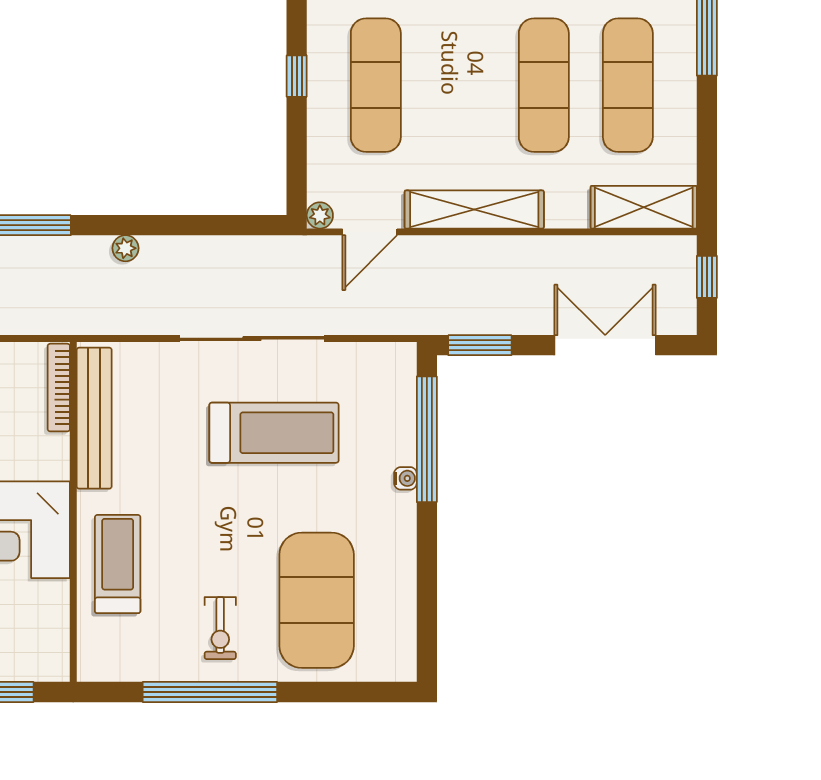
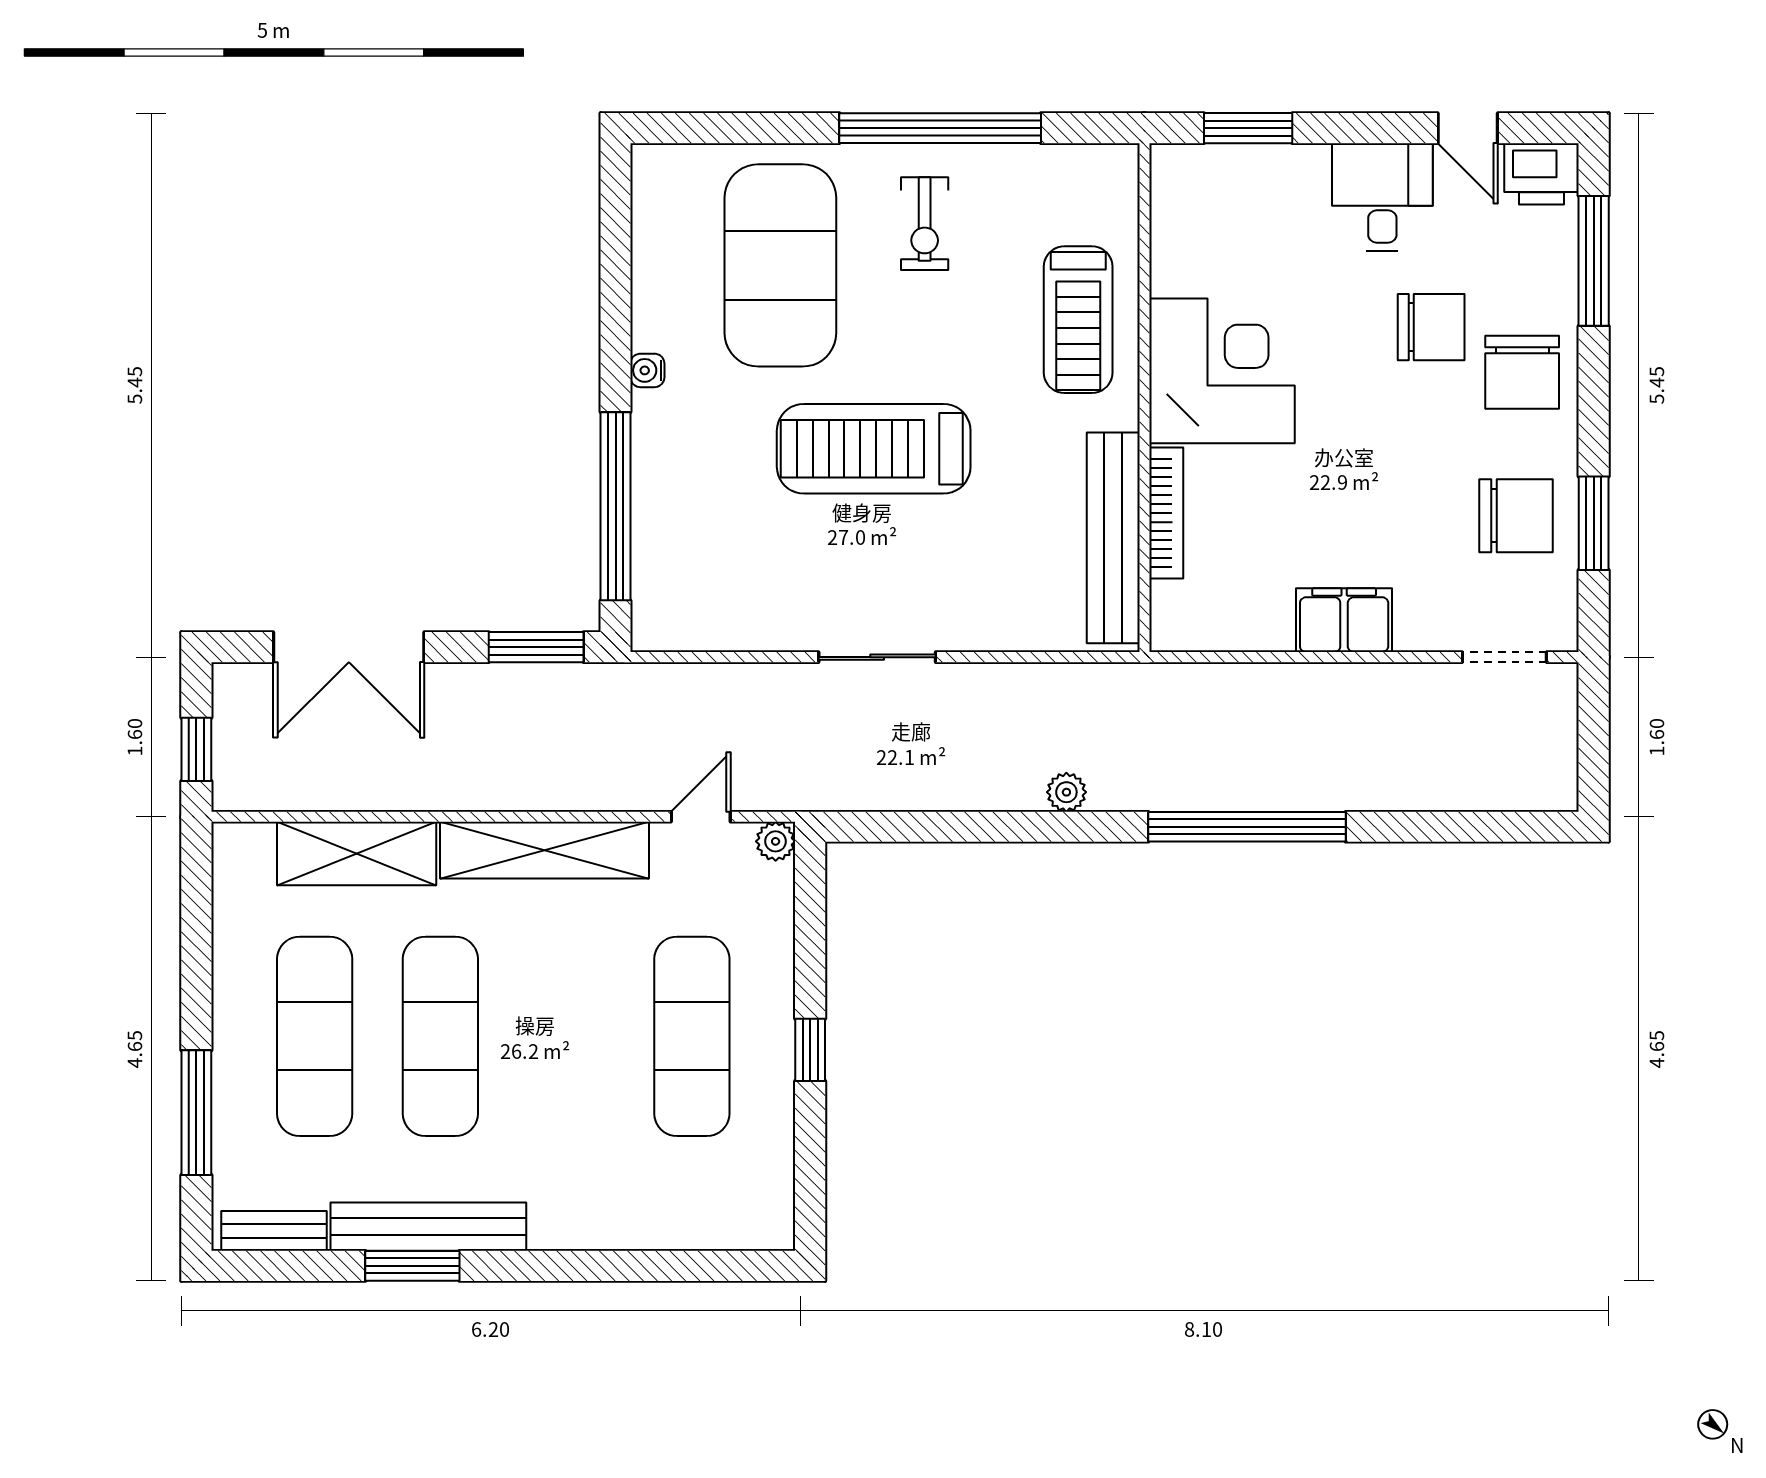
shelving: (644, 207) -> (357, 854), moved
door: (370, 232) -> (701, 817), width x0.73
sliding door: (252, 339) -> (877, 657), width x0.54
bookcase: (59, 388) -> (1166, 513), moved
treadmill: (274, 433) -> (874, 449), moved
water cooler: (405, 478) -> (647, 370), moved
exercise bike: (220, 628) -> (925, 224), turned 180

